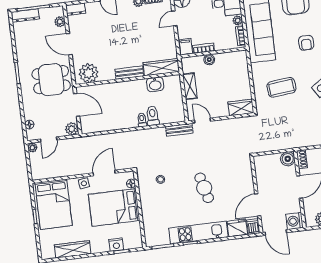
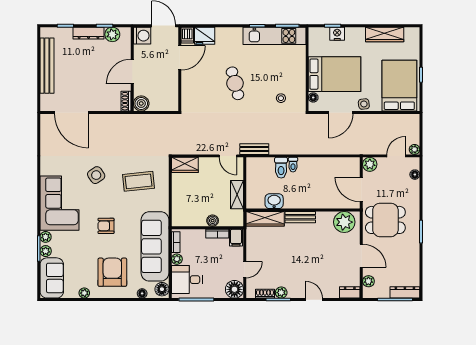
armchair: (306, 43) -> (106, 226), turned -90
kitchen unit: (198, 233) -> (274, 36), moved

